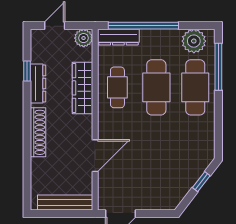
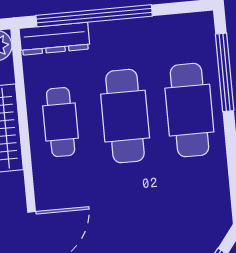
plant: (194, 41) -> (180, 34), removed

